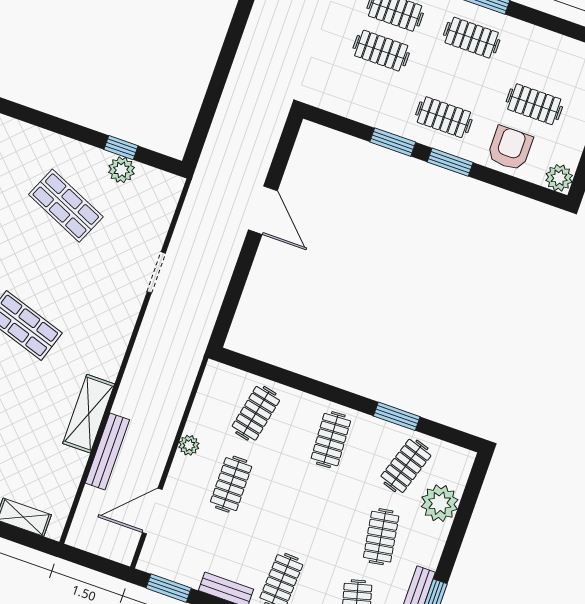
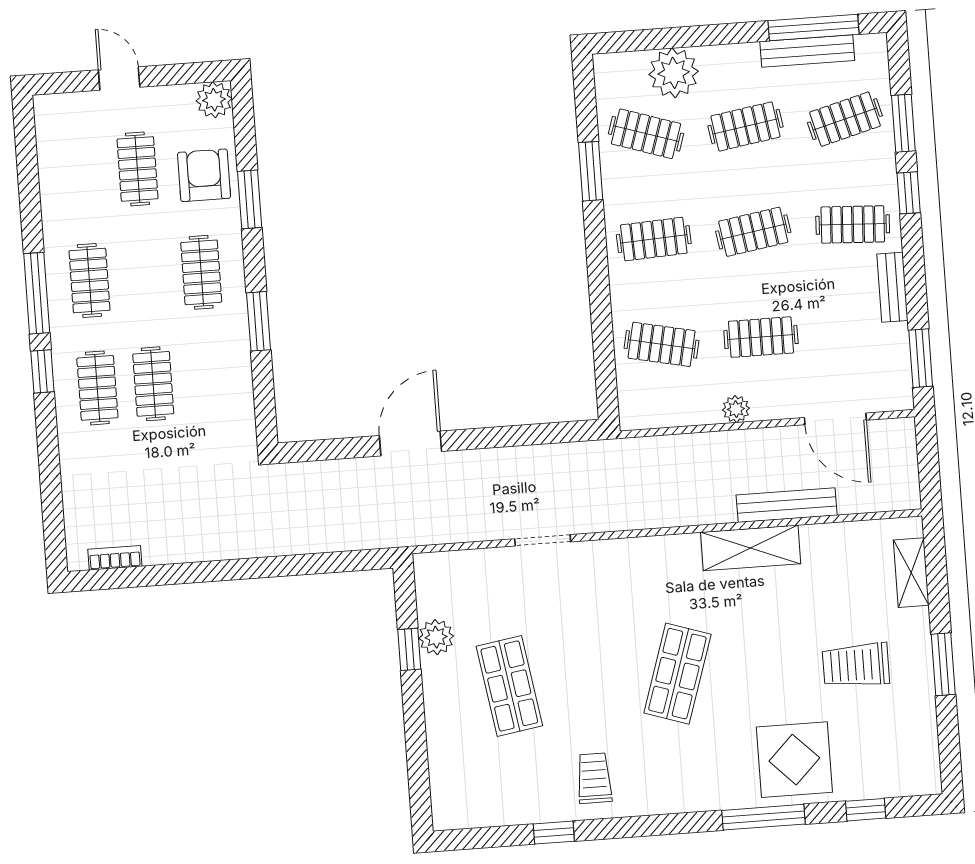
armchair: (510, 148) -> (204, 175), turned 90
window: (450, 162) -> (250, 199), moved
shop shelf: (66, 206) -> (509, 686), turned -33
clothes rail: (306, 510) -> (753, 232), added

